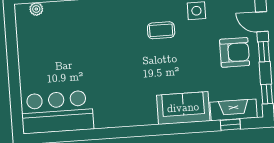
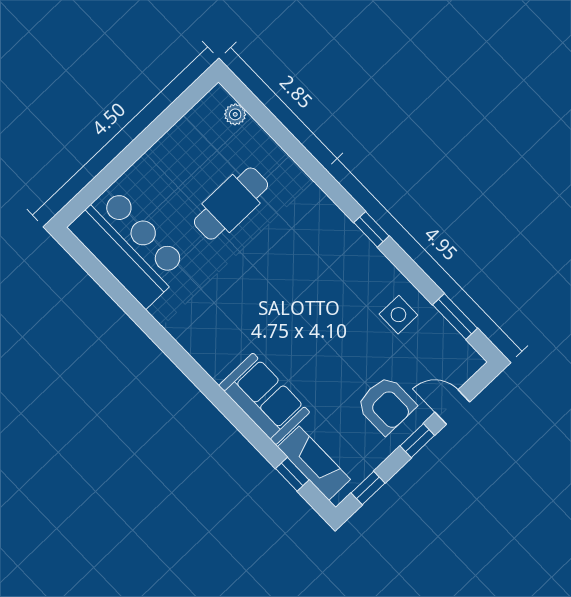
door: (262, 22) -> (452, 407), hinge flipped
coffee table: (161, 30) -> (338, 291), removed
cafe table: (77, 46) -> (231, 204), added

